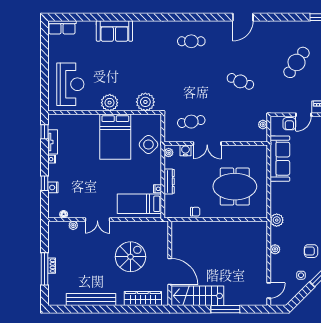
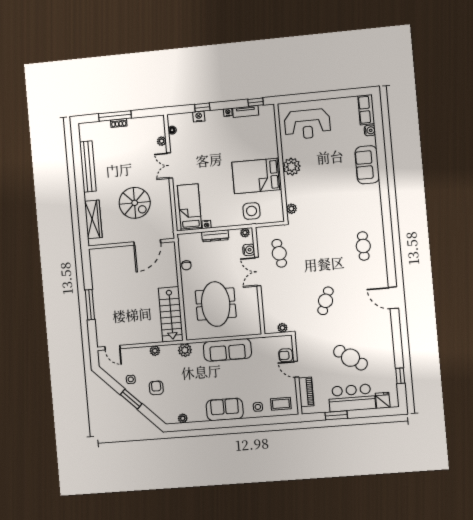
water cooler: (82, 26) -> (370, 130), added
plant: (145, 102) -> (291, 209), width x0.53, depth x0.53
side table: (148, 144) -> (252, 211), turned 45
sofa: (280, 159) -> (227, 350), moved
door: (170, 271) -> (147, 242), moved
stairs: (197, 296) -> (171, 314), moved, turned 180

